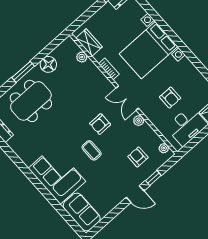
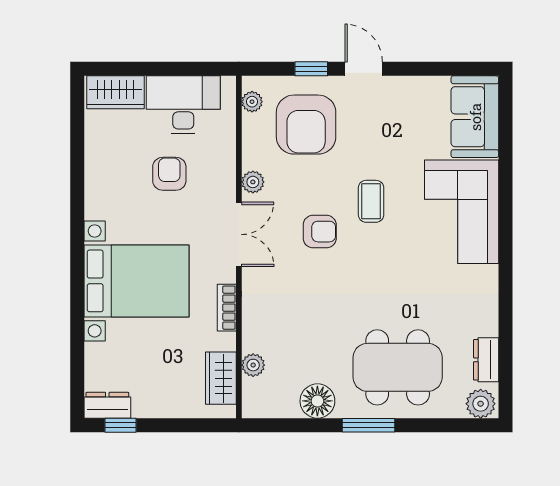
armchair: (138, 157) -> (306, 125), width x1.88, depth x1.88

